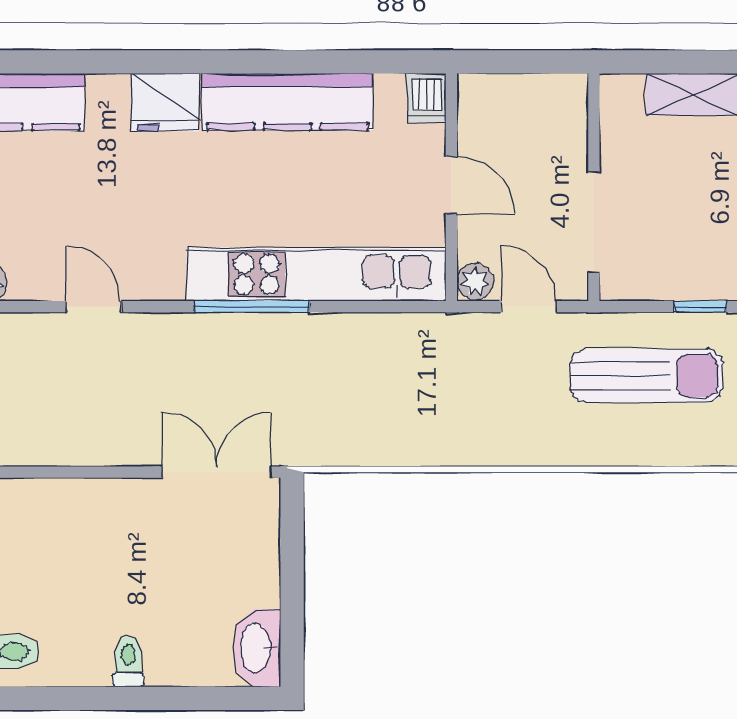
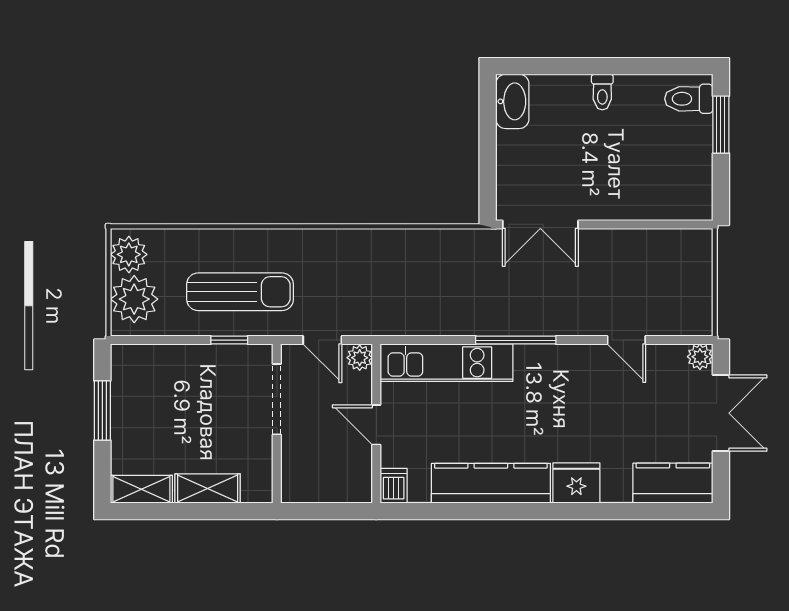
kitchen unit: (316, 274) -> (447, 363), width x0.73
window: (700, 307) -> (229, 340), moved
sun lounger: (646, 376) -> (240, 292), turned 180

